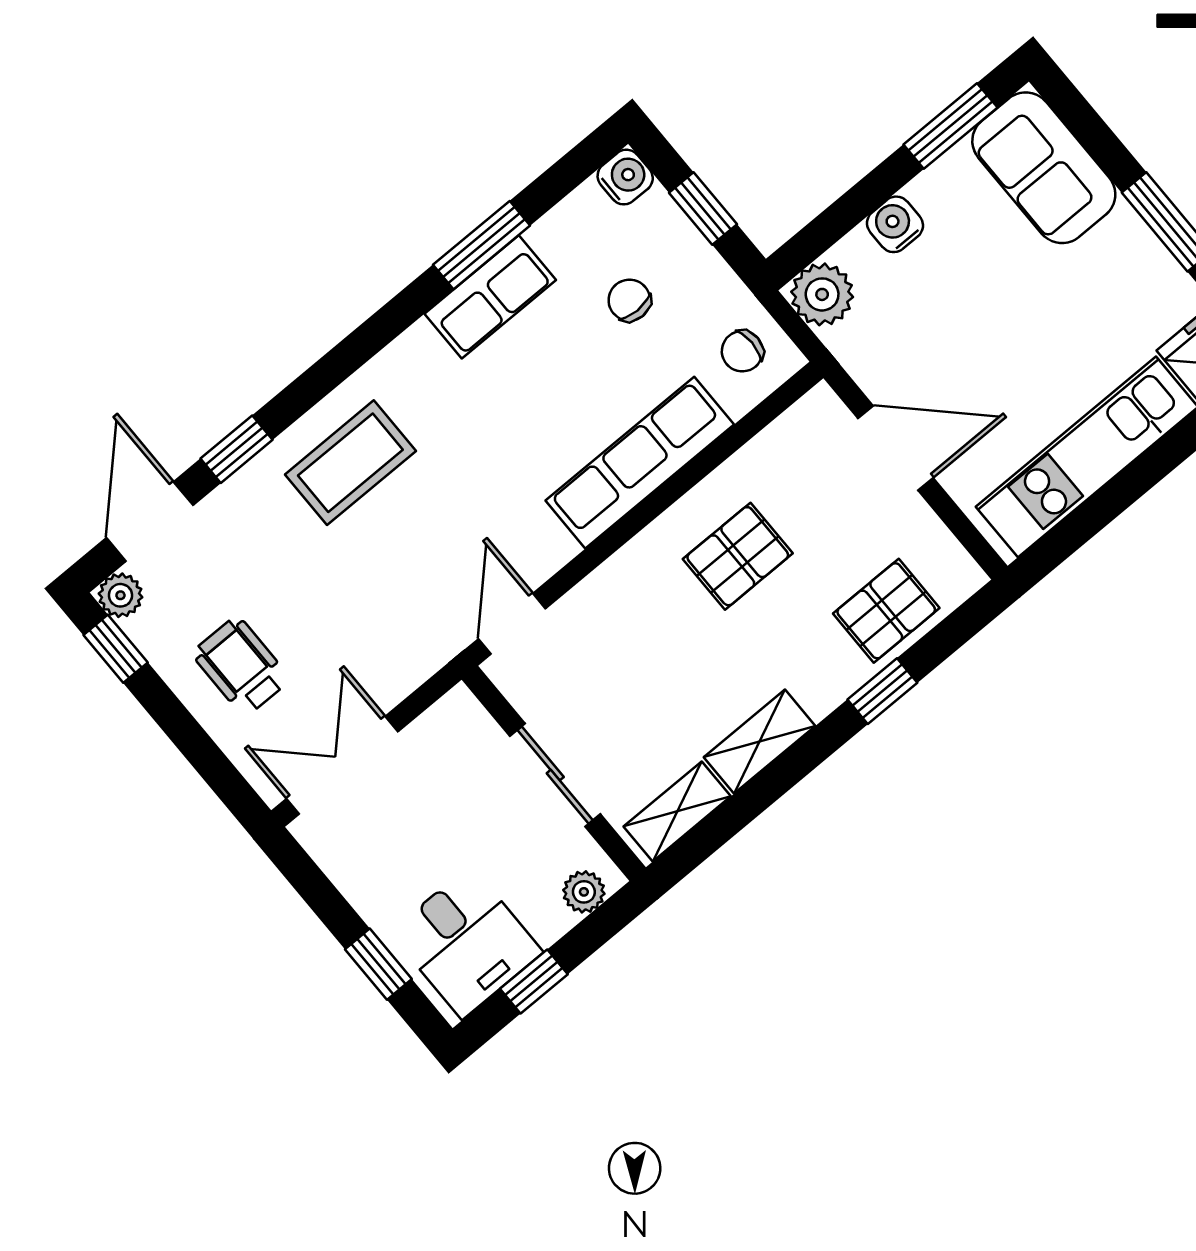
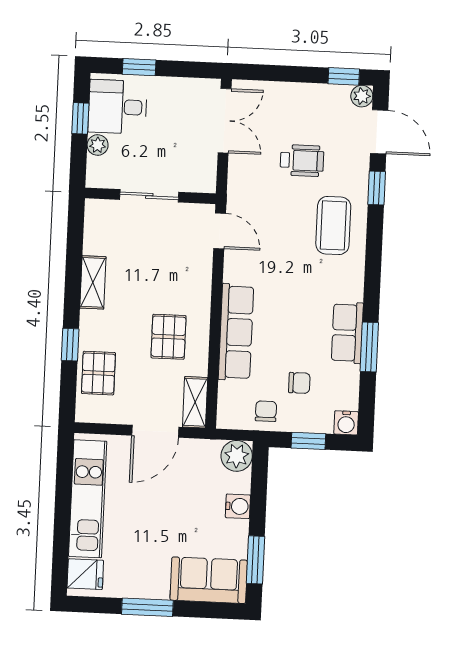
chair: (742, 351) -> (266, 411), moved
wheelchair: (241, 666) -> (302, 161), moved
shelving: (677, 811) -> (195, 402), moved
plant: (584, 892) -> (98, 145), moved

